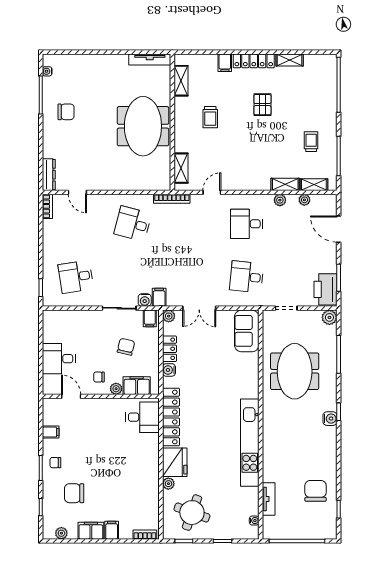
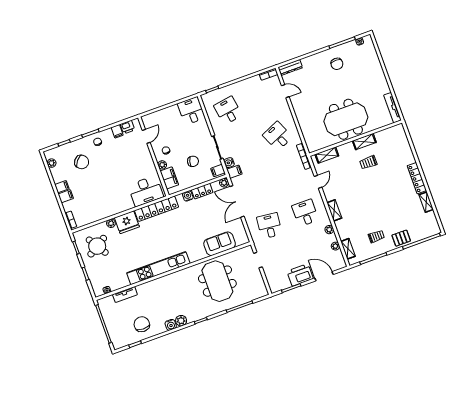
filing cabinet: (225, 63) -> (409, 159), removed
shelving: (181, 81) -> (364, 142), moved
pallet: (262, 105) -> (401, 238), moved
shelving: (285, 184) -> (334, 210), moved
door: (77, 192) -> (285, 91), swing flipped
door: (212, 192) -> (318, 182), hinge flipped
desk: (133, 224) -> (278, 136), turned -39
door: (339, 229) -> (324, 276), hinge flipped
printer: (326, 289) -> (300, 275), moved
double door: (199, 308) -> (237, 201), width x1.37
plant: (329, 317) -> (181, 321), moved
sofa: (247, 331) -> (220, 244), moved
desk: (59, 359) -> (191, 111), moved
meeting table: (295, 371) -> (217, 281), turned 90
printer: (50, 417) -> (127, 127), added
desk: (143, 417) -> (146, 191), width x1.37
water cooler: (330, 419) -> (171, 325), moved
chair: (316, 491) -> (142, 324), turned -90
chair: (74, 493) -> (82, 162), turned 130
round table: (192, 513) -> (97, 246), turned 38
filing cabinet: (91, 531) -> (62, 187), width x0.50

